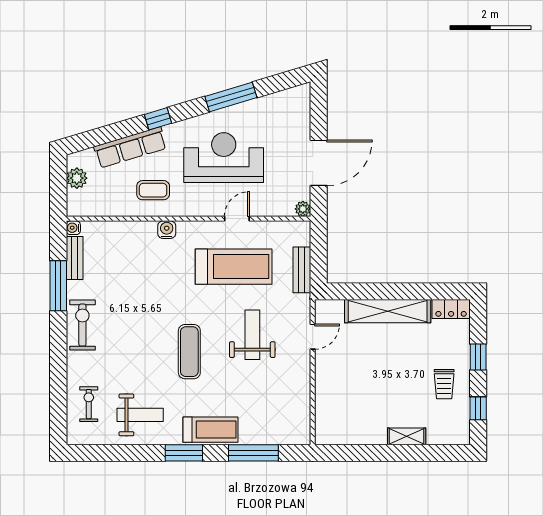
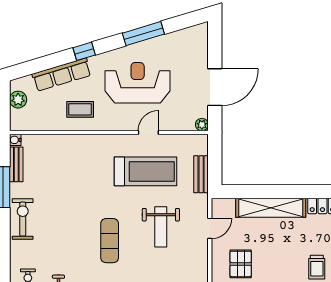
water cooler: (167, 230) -> (91, 141), removed
weight bench: (252, 335) -> (161, 227), turned 180
pallet: (350, 380) -> (241, 264), added

